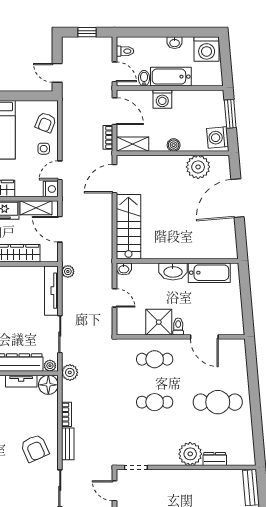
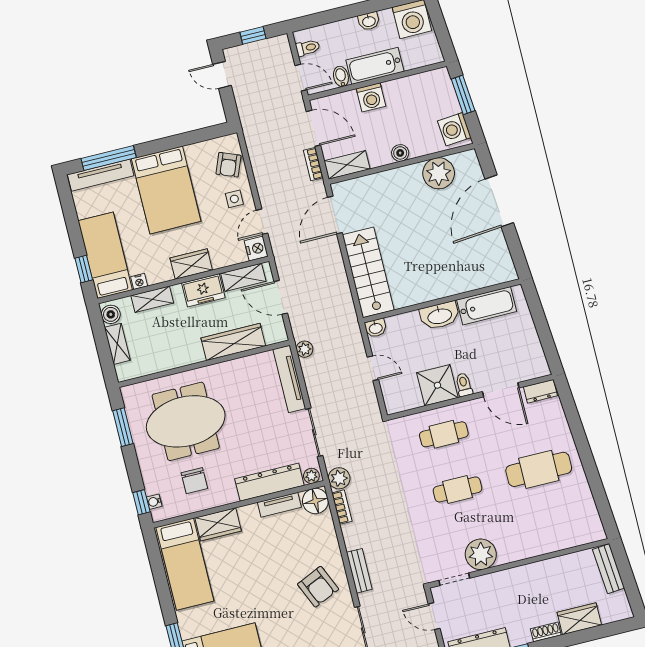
door: (57, 73) -> (222, 75), moved
bookcase: (67, 414) -> (342, 507), moved
plant: (190, 454) -> (481, 554), moved
dresser: (215, 459) -> (540, 391), moved, turned 180

